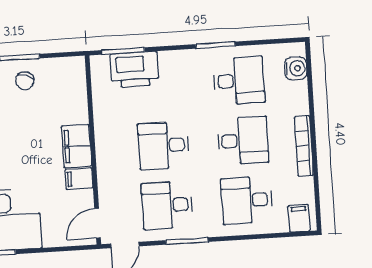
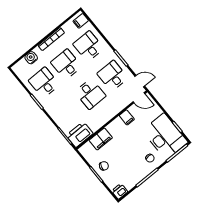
water cooler: (296, 68) -> (31, 58), moved
printer: (135, 69) -> (80, 134), moved, turned -90
filing cabinet: (77, 146) -> (101, 139), moved
desk: (247, 200) -> (88, 46), turned 180
desk: (167, 205) -> (113, 76), turned 180

